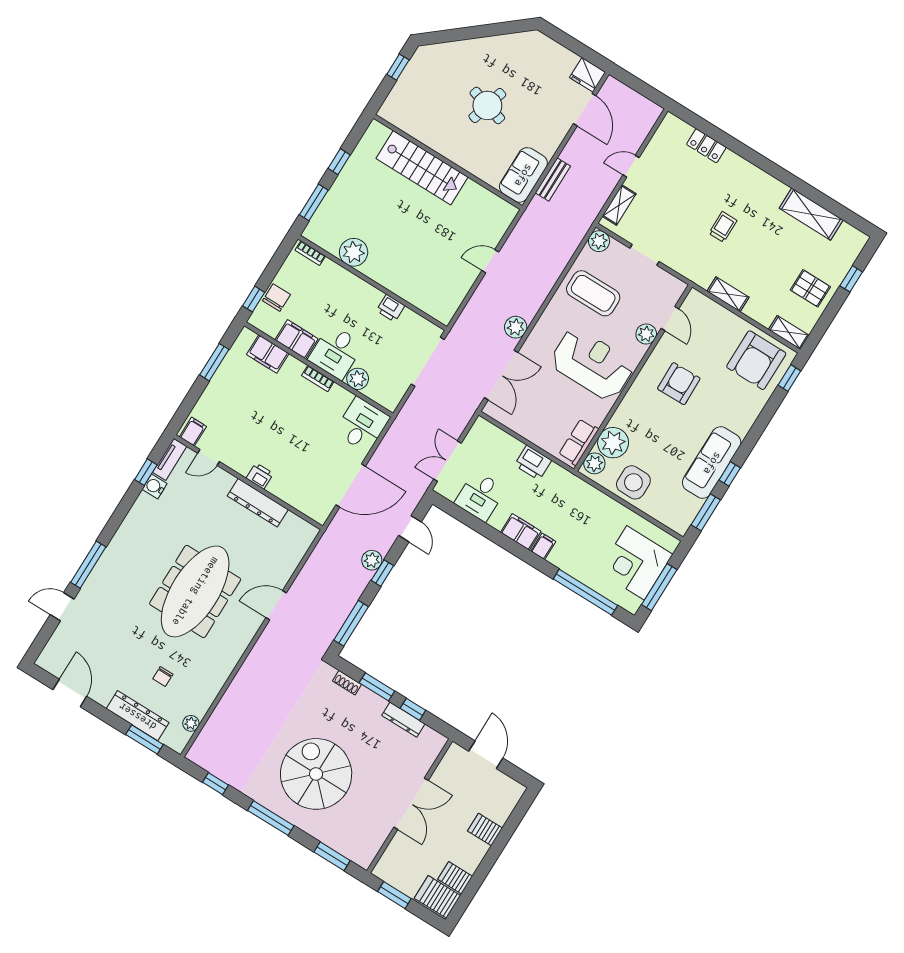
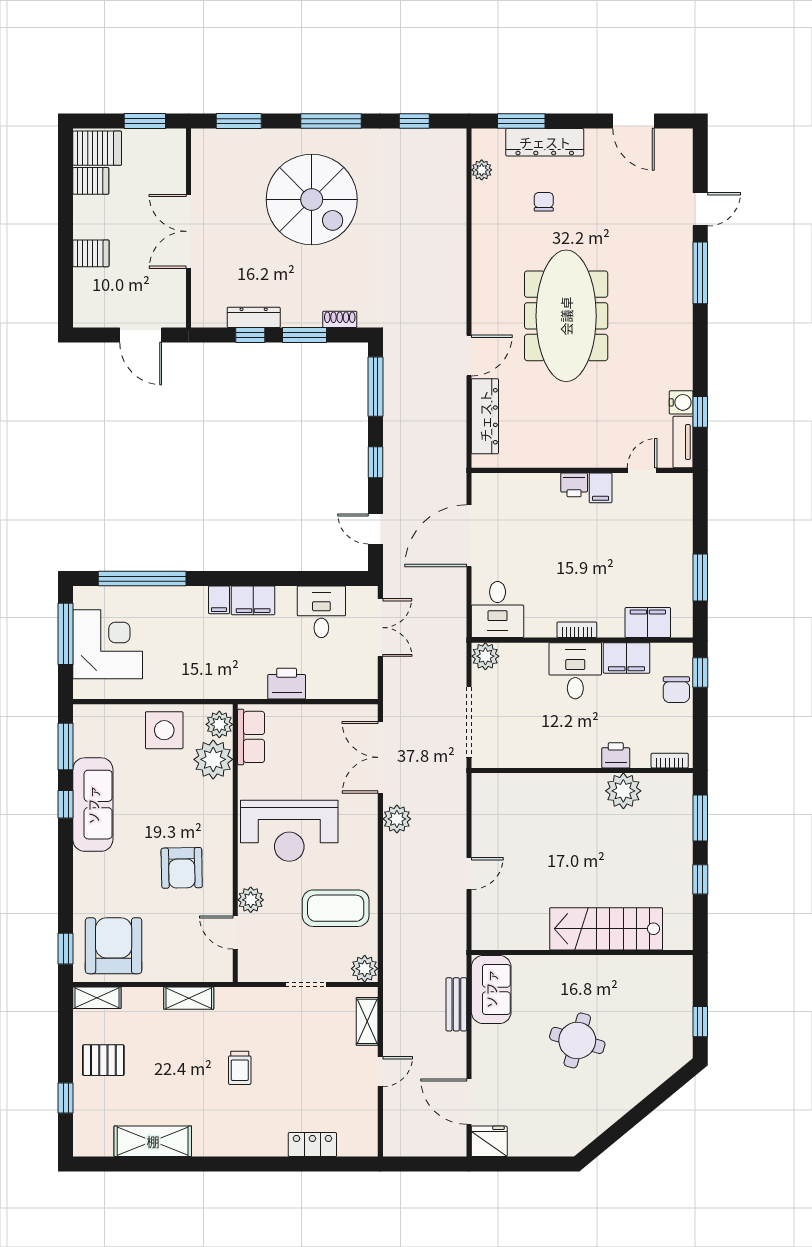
printer: (391, 308) -> (616, 755), moved
plant: (358, 379) -> (485, 656), moved
filing cabinet: (193, 432) -> (601, 488), moved
dresser: (258, 503) -> (485, 416), moved, turned 90
plant: (372, 560) -> (396, 469), removed

